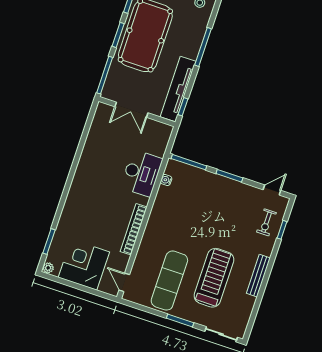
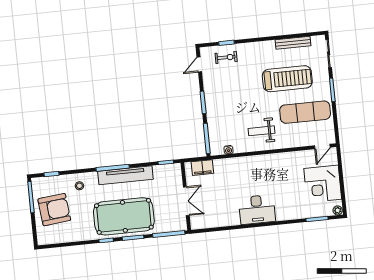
tv unit: (178, 89) -> (125, 175), moved
filing cabinet: (160, 143) -> (202, 168), added
desk: (142, 173) -> (257, 210), moved, turned 180
door: (272, 190) -> (199, 65), hinge flipped
weight bench: (171, 225) -> (262, 131), added
bookcase: (134, 229) -> (278, 158), removed
bench: (258, 276) -> (293, 43), moved
treadmill: (214, 278) -> (287, 79), turned 180

